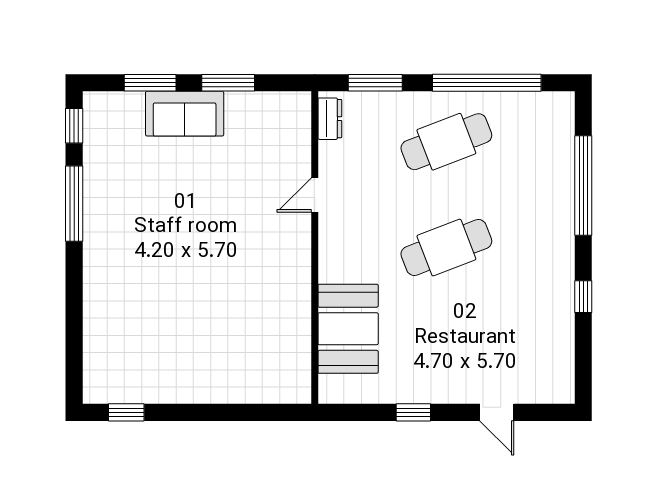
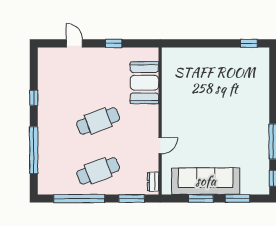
sofa: (185, 114) -> (206, 181), width x1.85, depth x1.27

